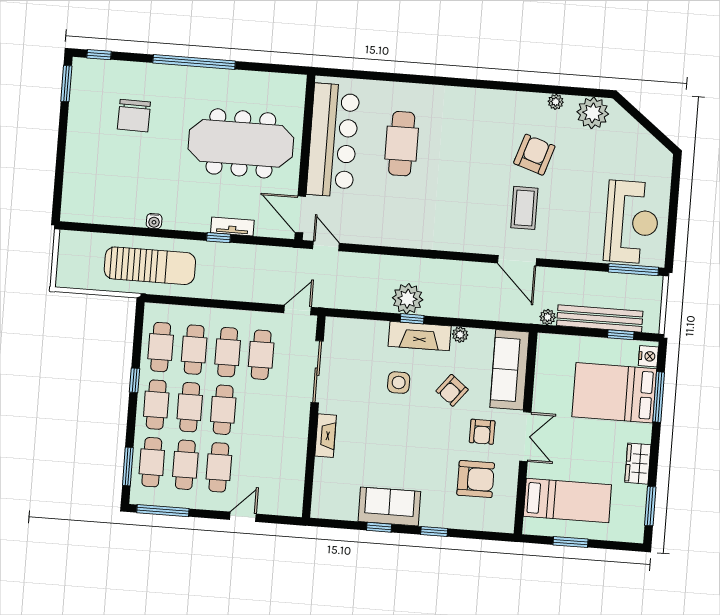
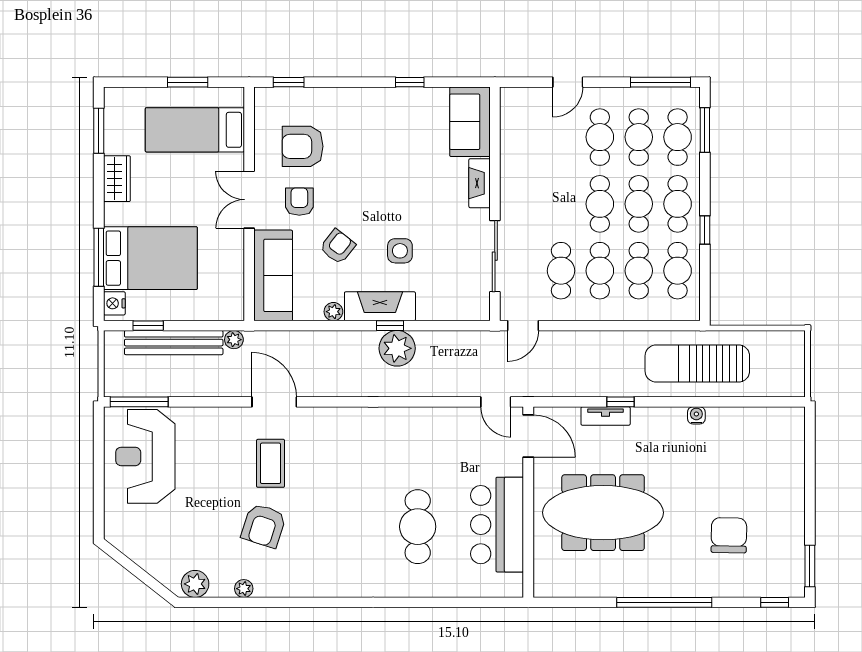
plant: (593, 113) -> (195, 584), width x0.73, depth x0.73
bar counter: (333, 140) -> (497, 525), width x0.73
sofa: (389, 506) -> (470, 122), moved, turned 90
window: (434, 531) -> (289, 82), moved

